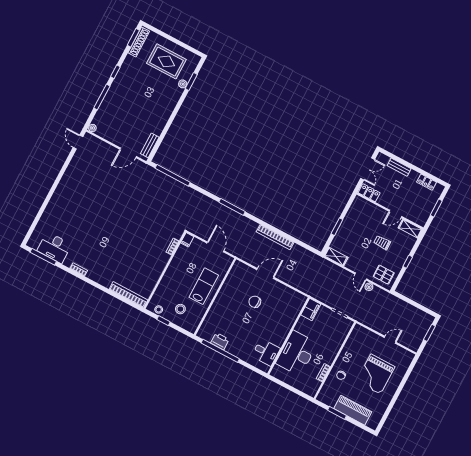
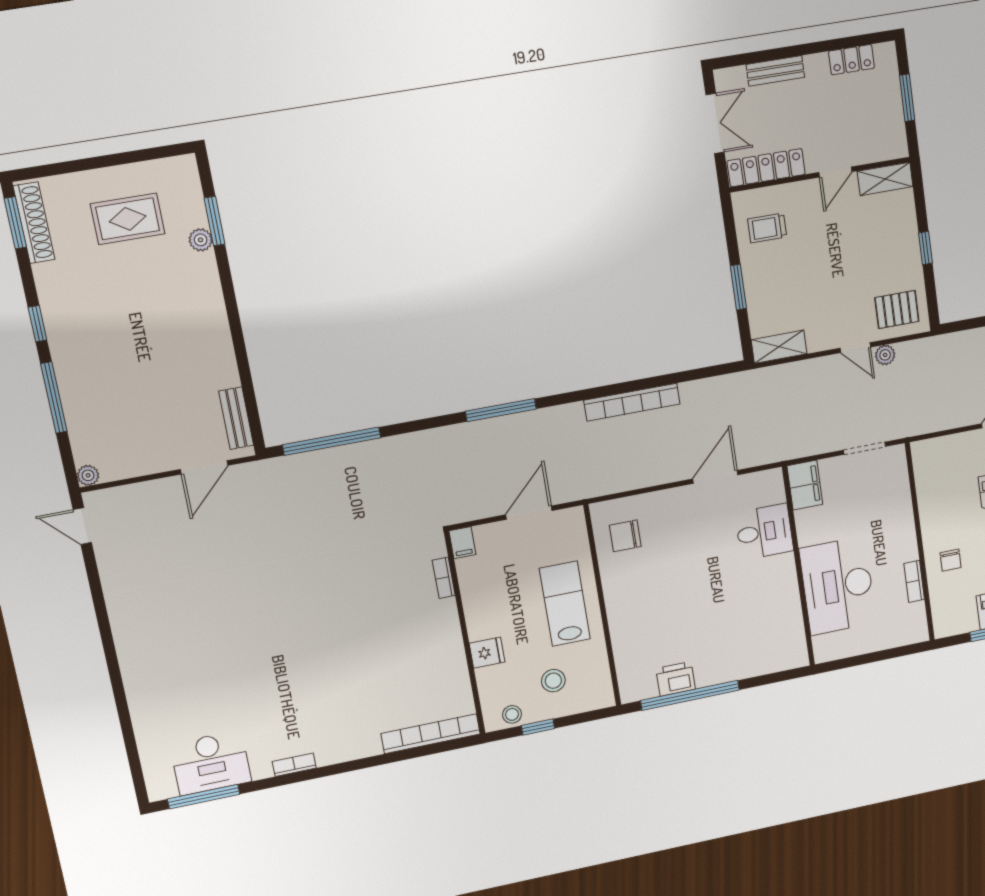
rug: (166, 61) -> (128, 219), width x0.73, depth x0.70
locker: (369, 193) -> (766, 168), width x1.53
trolley: (382, 243) -> (767, 228), moved
door: (215, 247) -> (529, 513), hinge flipped
door: (265, 273) -> (715, 477), moved
fridge: (167, 282) -> (487, 653), added
chair: (255, 302) -> (625, 536), moved
desk: (266, 352) -> (764, 532), moved

